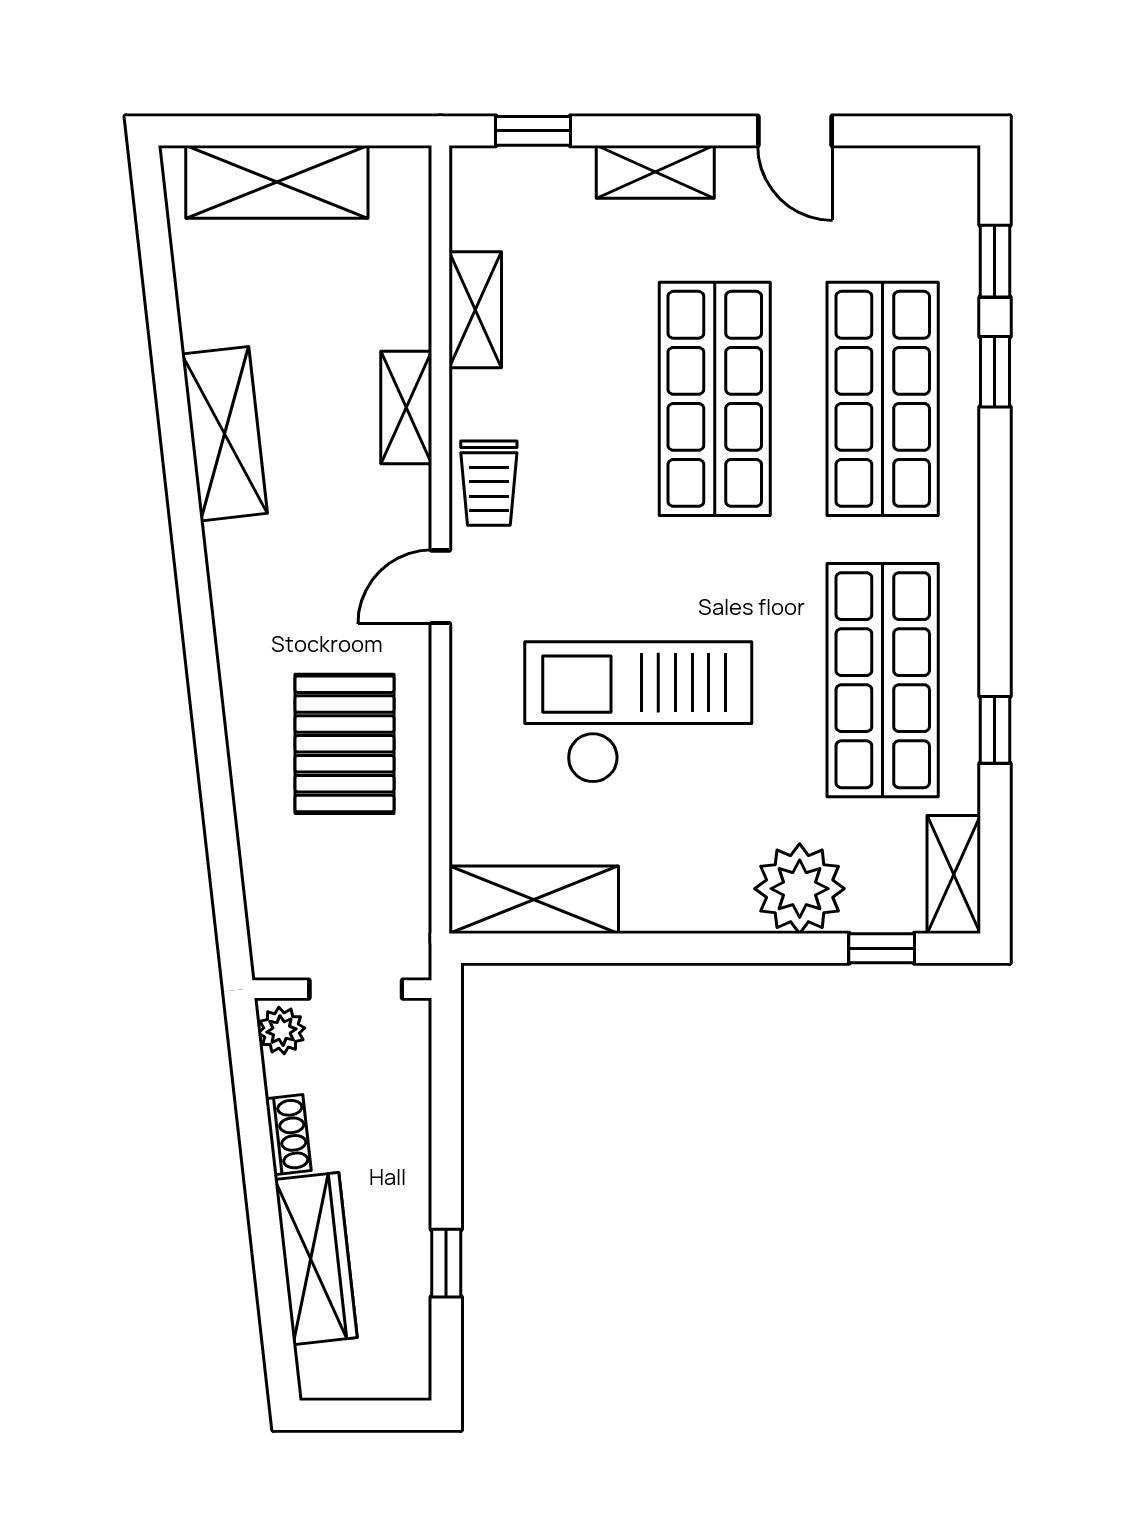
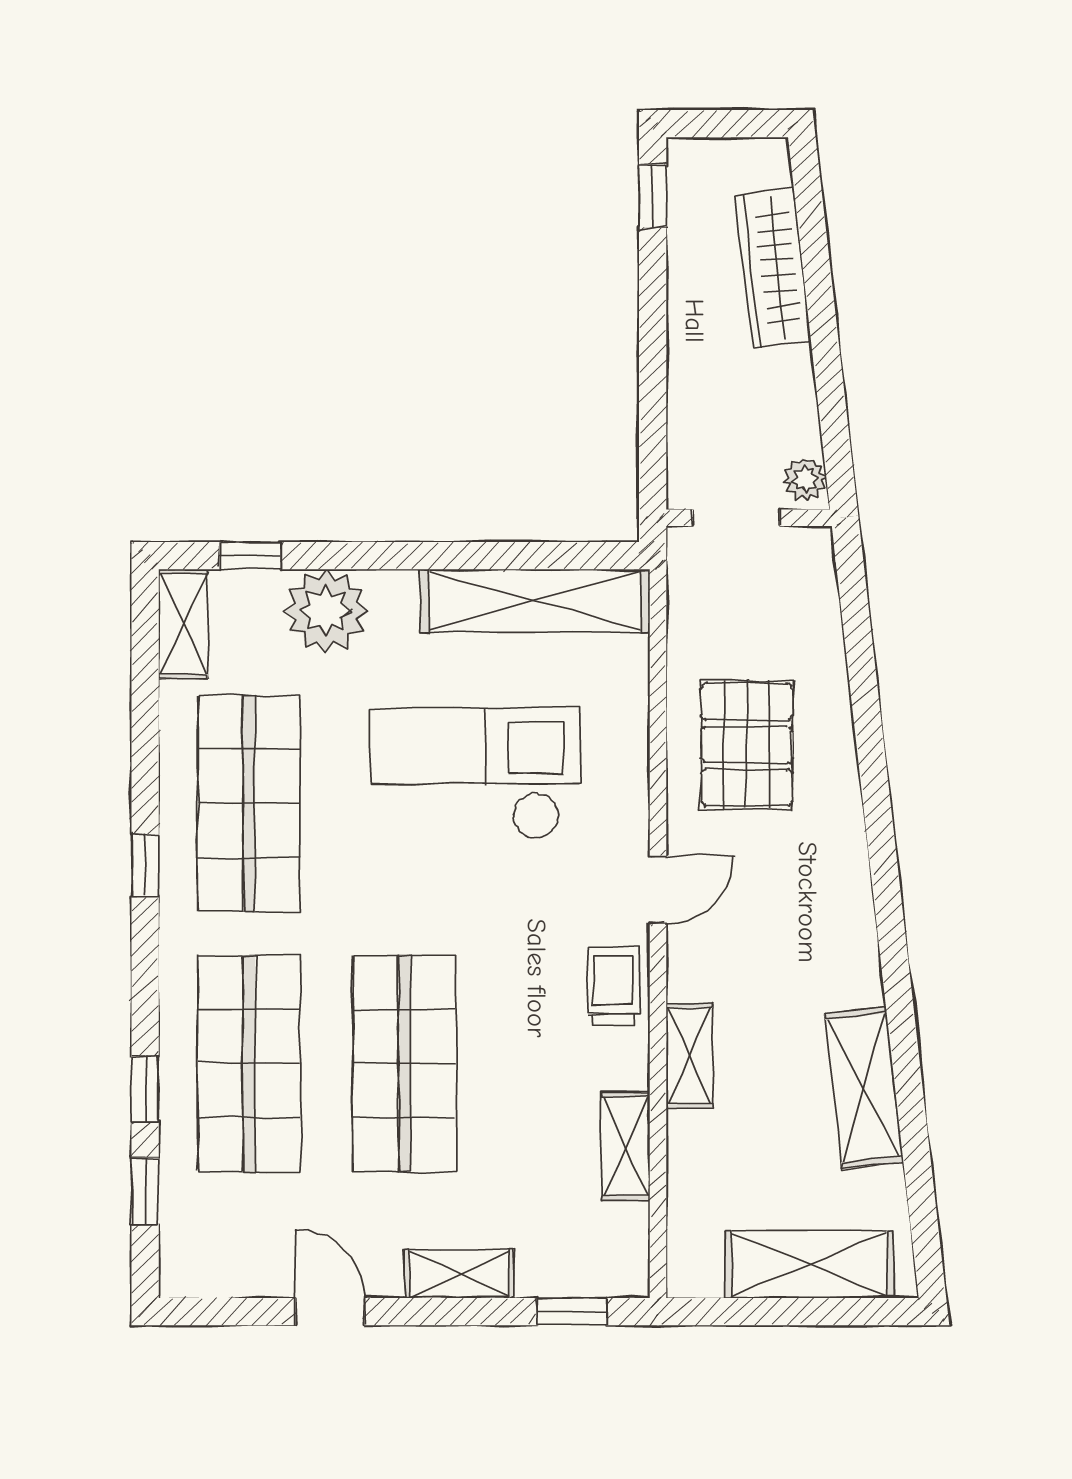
shelving: (225, 434) -> (864, 1088), moved
checkout: (638, 712) -> (475, 774), turned 180
window: (995, 730) -> (145, 865), moved
shelving: (534, 900) -> (535, 600), width x1.47
shoe rack: (288, 1135) -> (799, 383), removed
window: (446, 1263) -> (653, 196), moved

